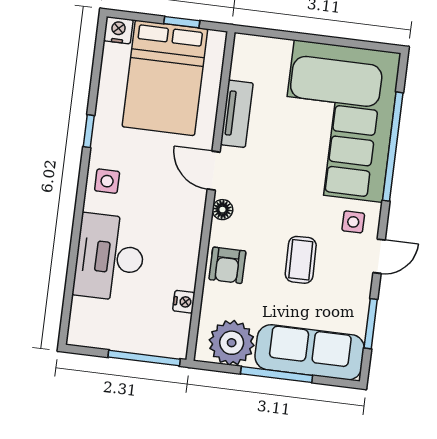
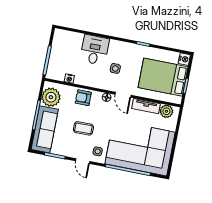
plant: (246, 64) -> (166, 111), added
door: (214, 171) -> (123, 95), swing flipped
side table: (107, 181) -> (115, 68), moved
desk: (110, 257) -> (95, 50), width x0.73

